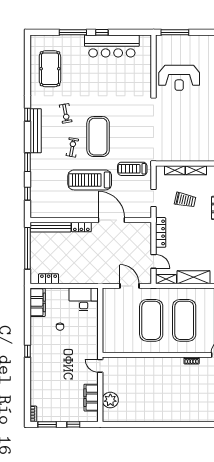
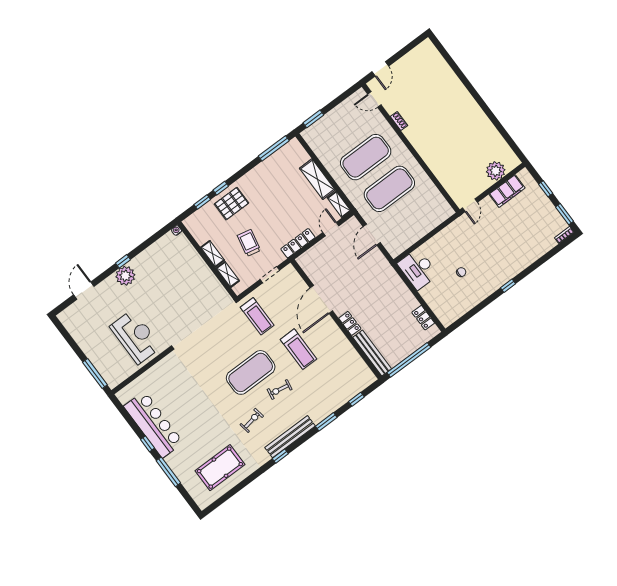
treadmill: (90, 180) -> (298, 349), width x0.73, depth x0.73
filing cabinet: (38, 302) -> (454, 311), removed

